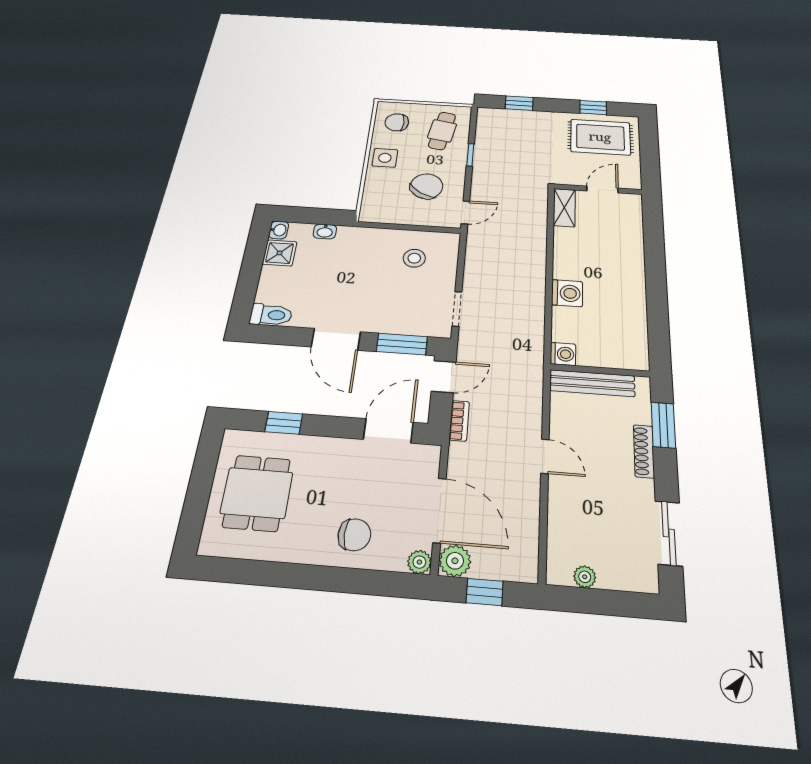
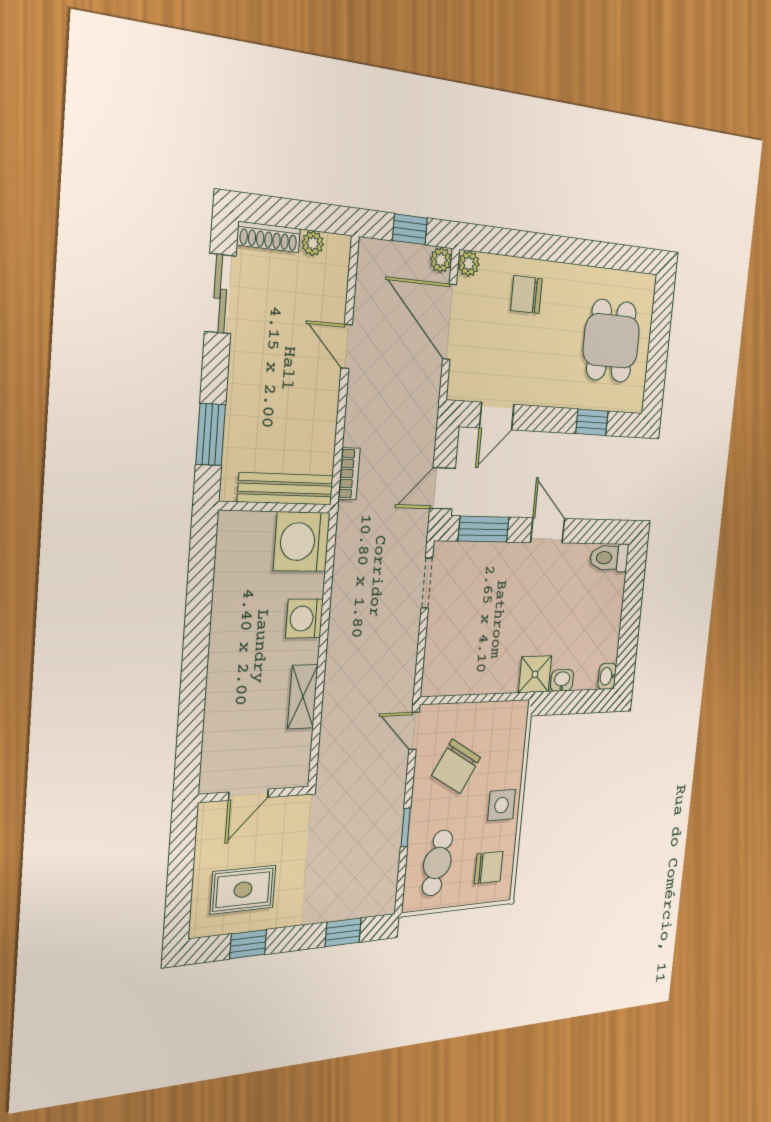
rug: (600, 137) -> (243, 890), width x0.73, depth x0.70
shelving: (564, 208) -> (303, 697), moved
door: (465, 212) -> (414, 731), hinge flipped
shower: (280, 253) -> (535, 674), moved
stool: (414, 258) -> (470, 652), removed
door: (336, 339) -> (548, 530), width x0.73
washing machine: (563, 354) -> (302, 542), width x1.89, depth x1.89
bookcase: (459, 421) -> (349, 474), moved, turned 180
door: (388, 431) -> (497, 416), width x0.73
shoe rack: (644, 451) -> (269, 237), moved, turned 90
door: (545, 456) -> (347, 347), moved
plant: (455, 561) -> (441, 260), width x0.73, depth x0.73

